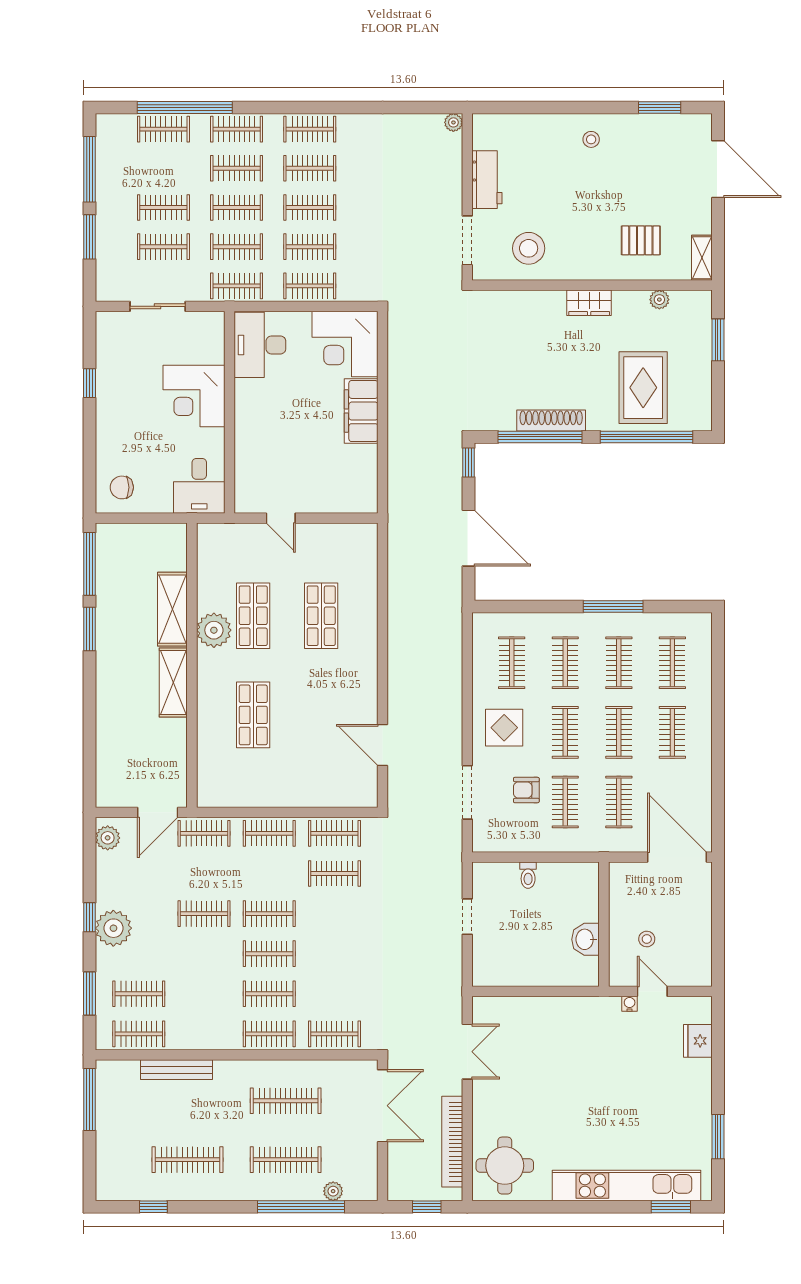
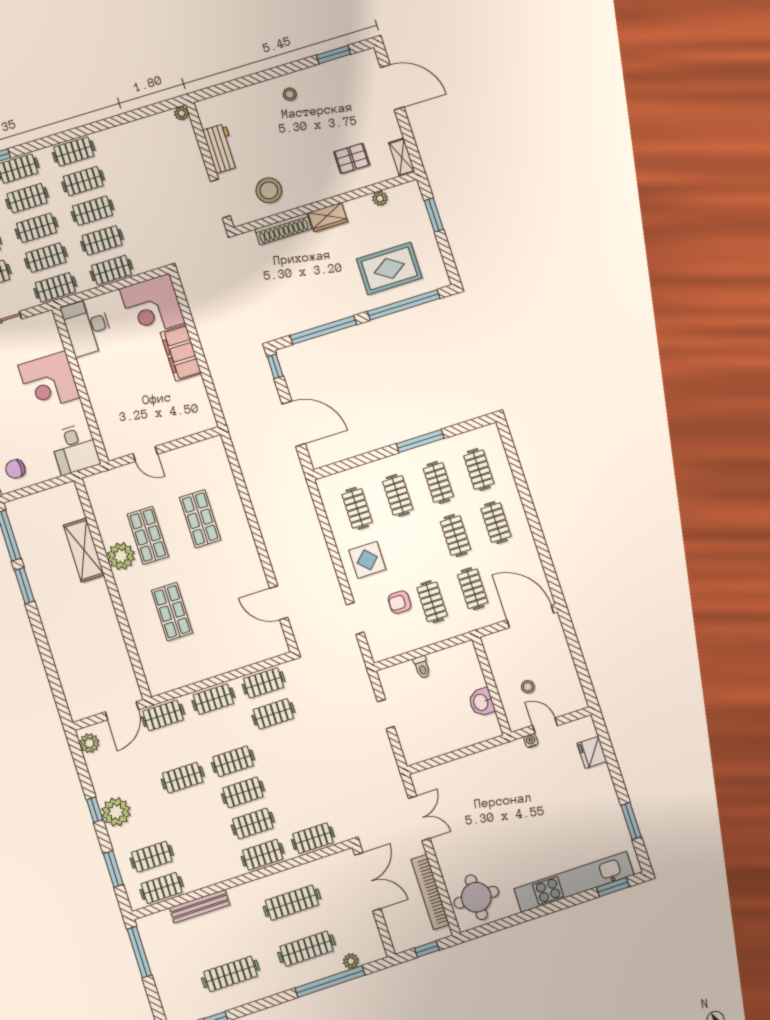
rug: (643, 388) -> (389, 268), turned 90
shoe rack: (551, 421) -> (283, 229), moved, turned 180
shelving: (173, 683) -> (102, 606), removed
clothes rail: (565, 732) -> (415, 549), removed
doorway: (467, 792) -> (355, 618), width x0.73

